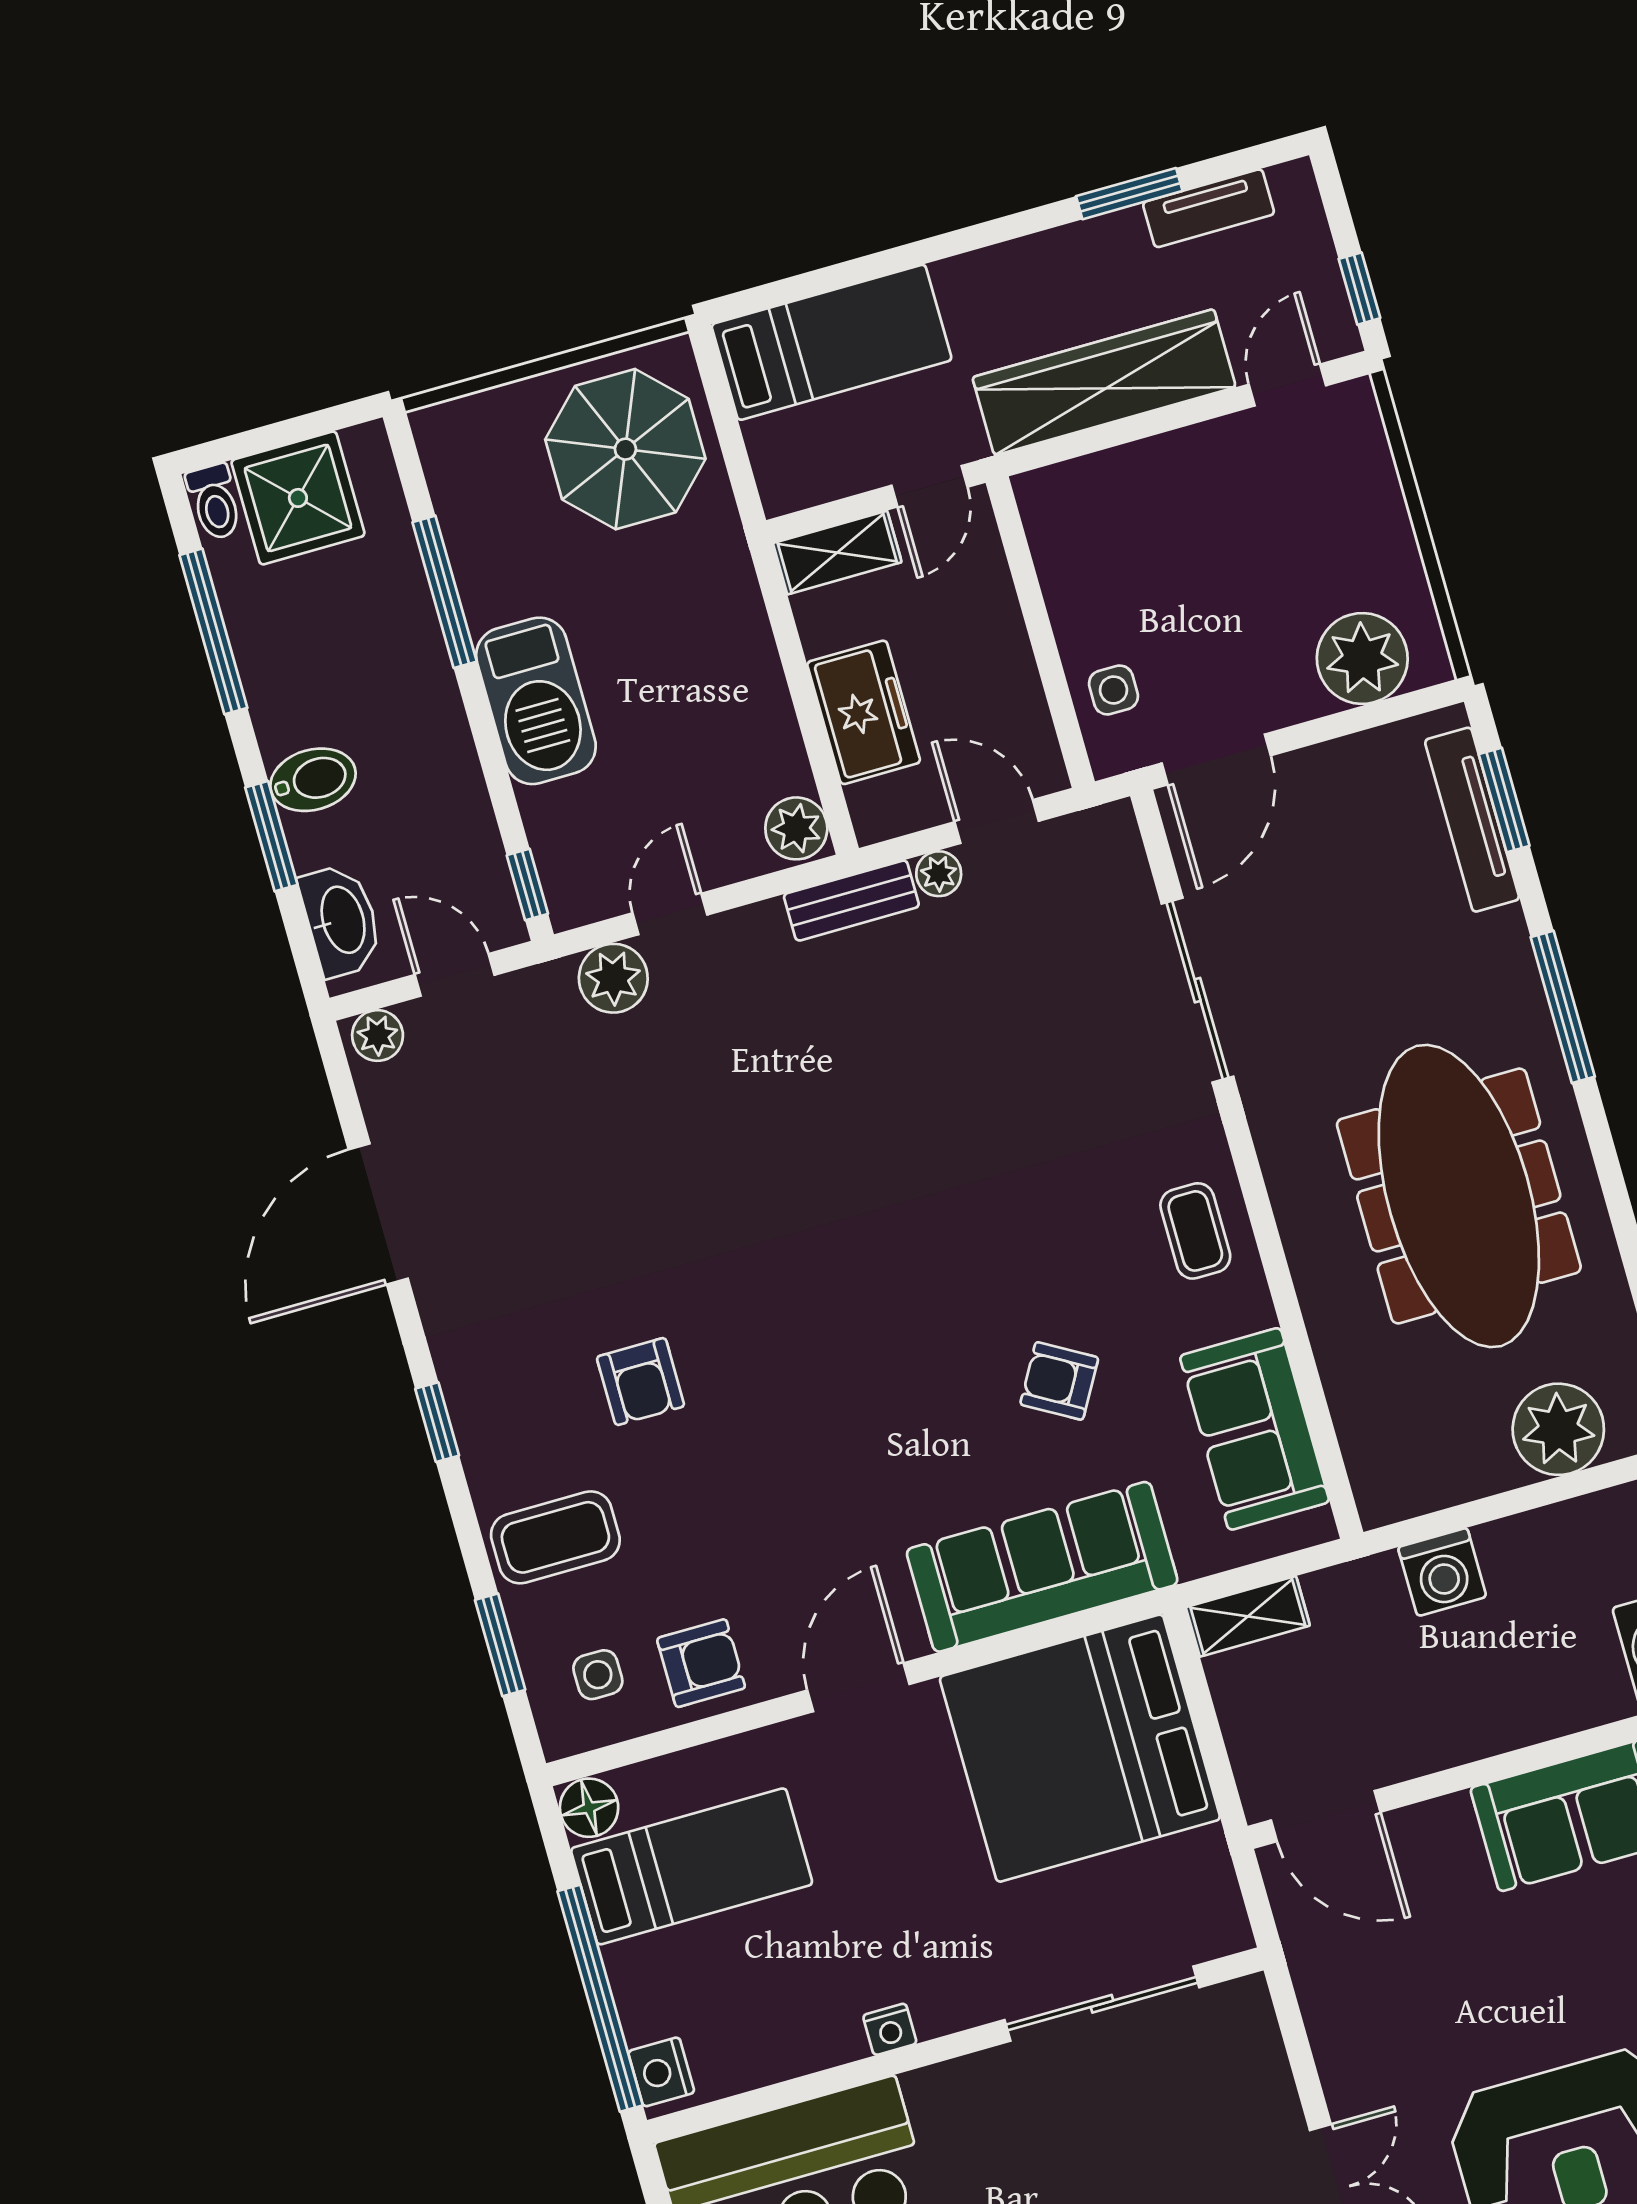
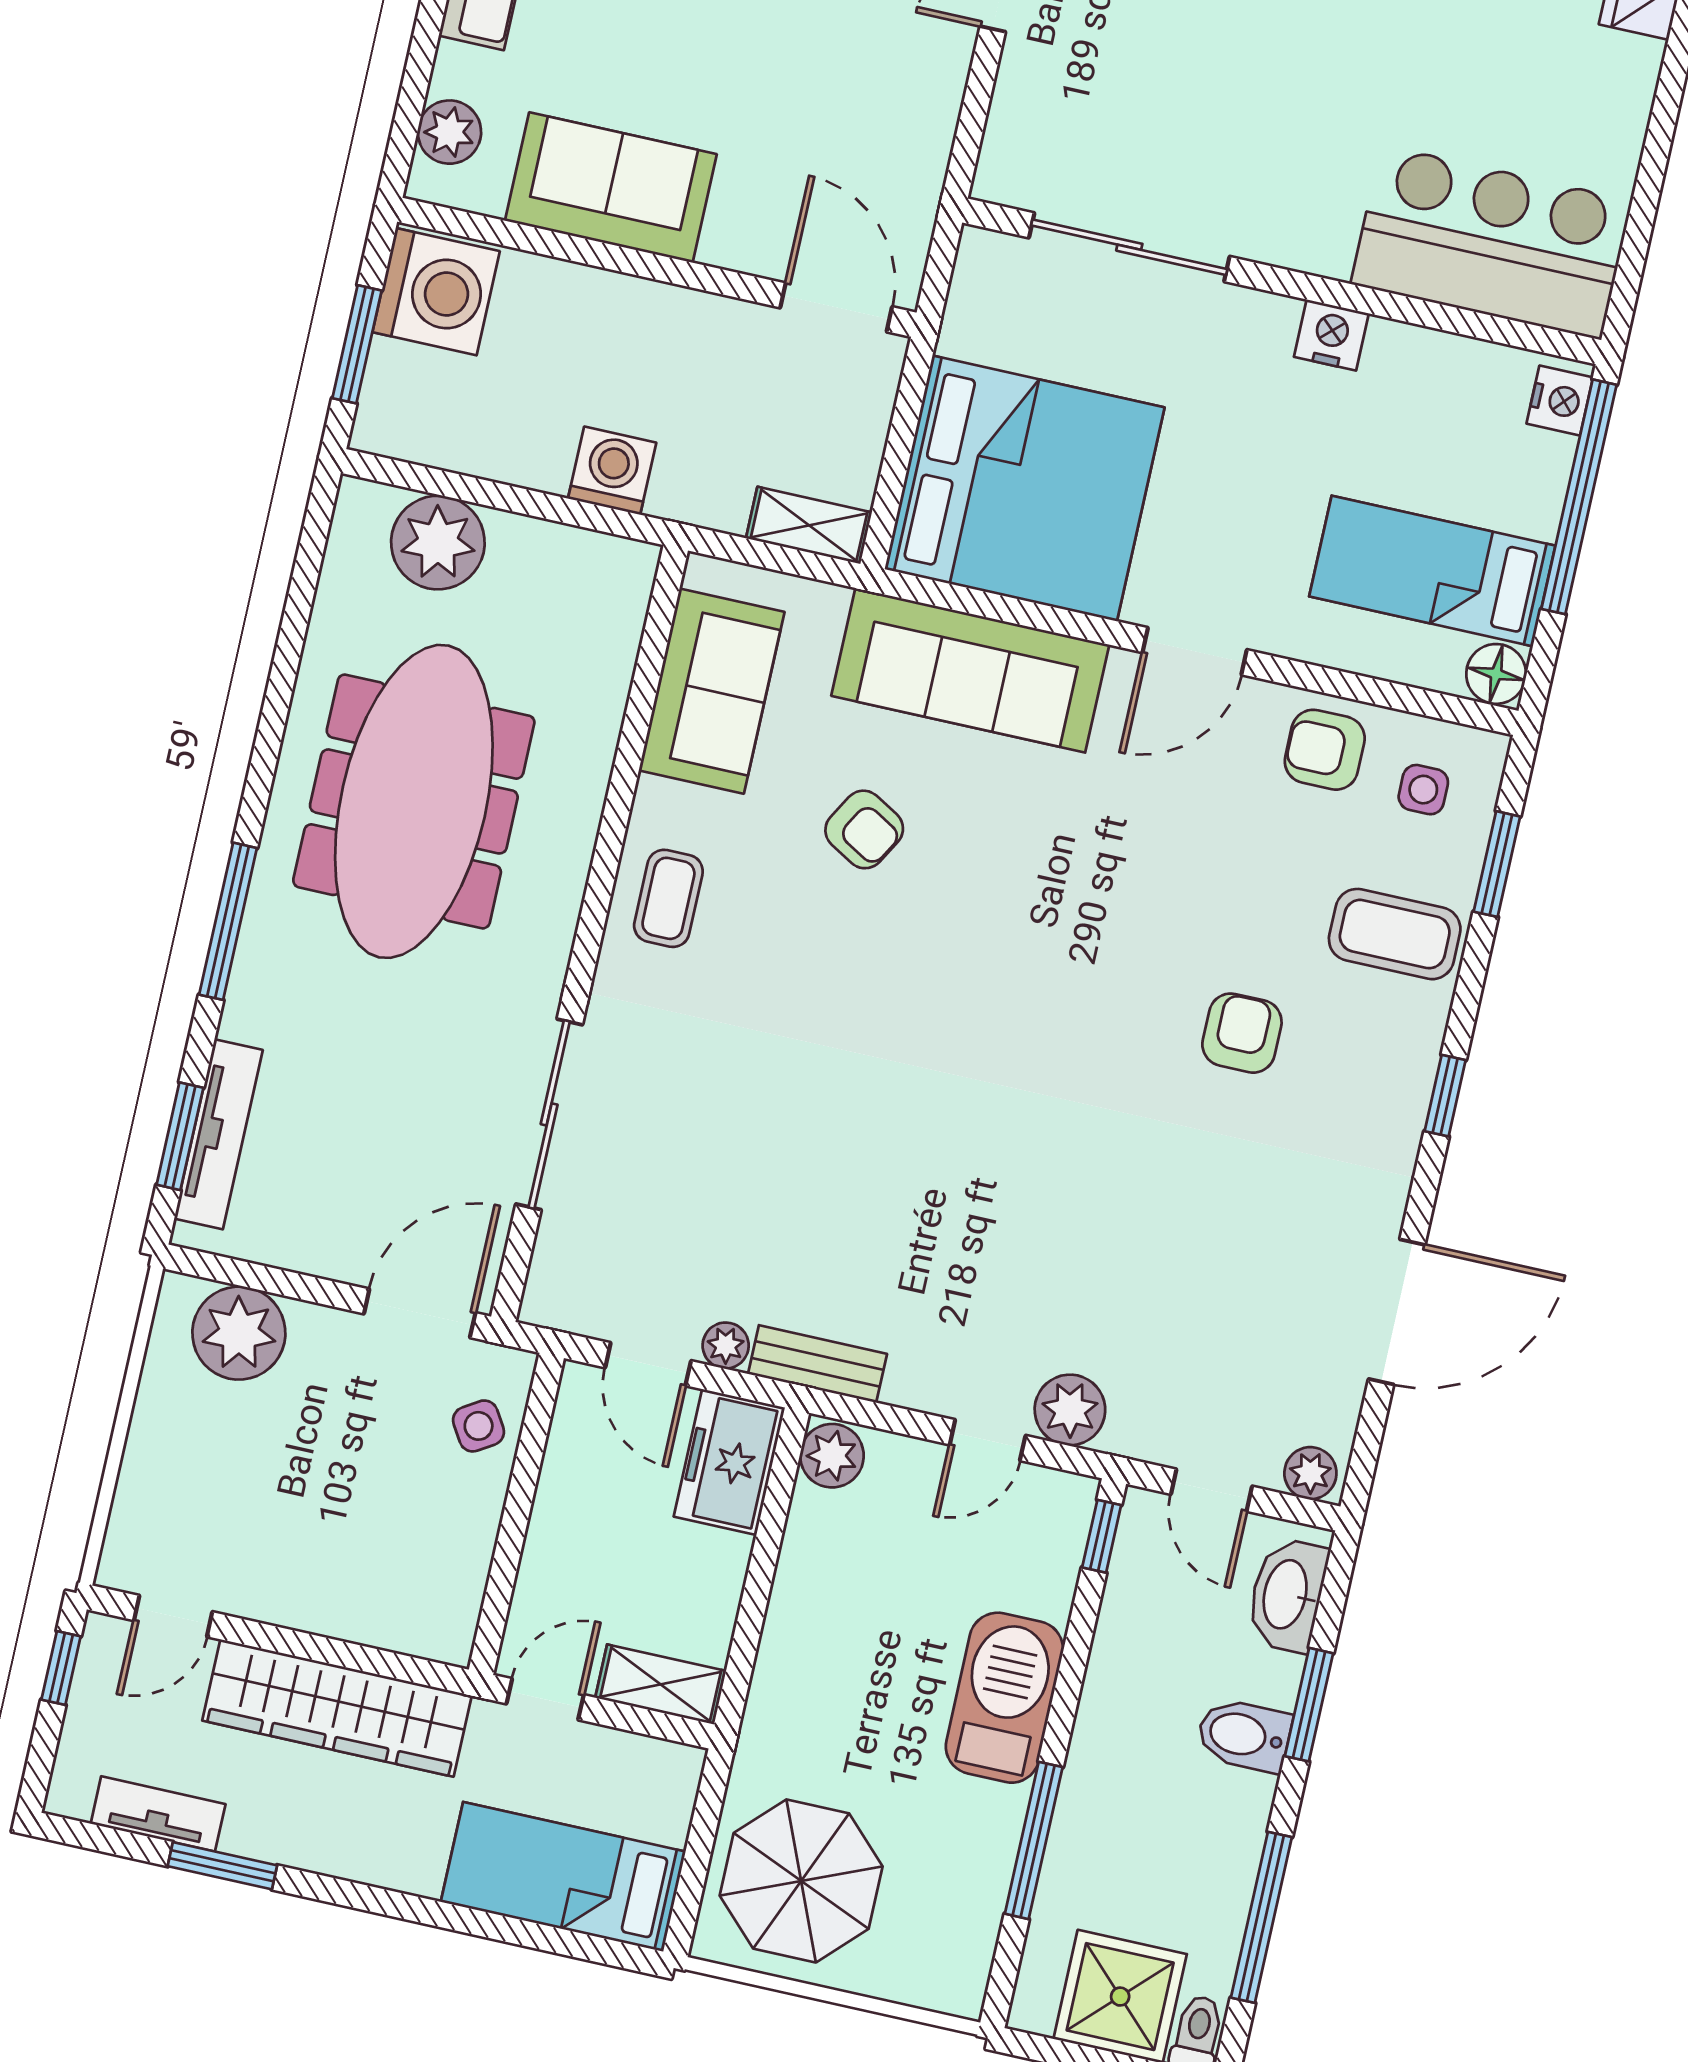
side table: (1113, 690) -> (479, 1426), turned -32
freezer: (864, 712) -> (729, 1462), moved
nightstand: (890, 2029) -> (1331, 335), width x1.39, depth x1.35

